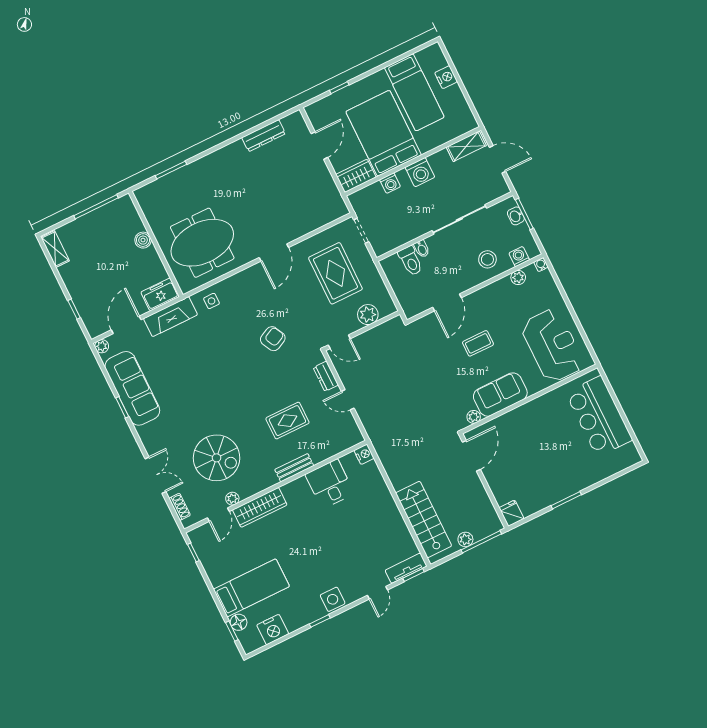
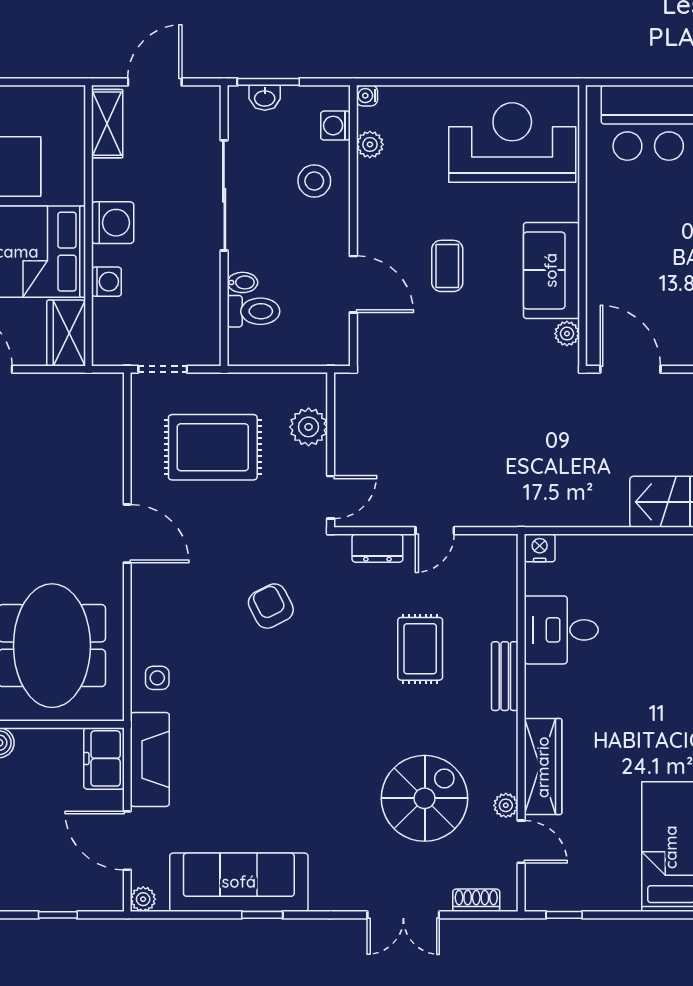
double door: (155, 475) -> (403, 915), swing flipped

